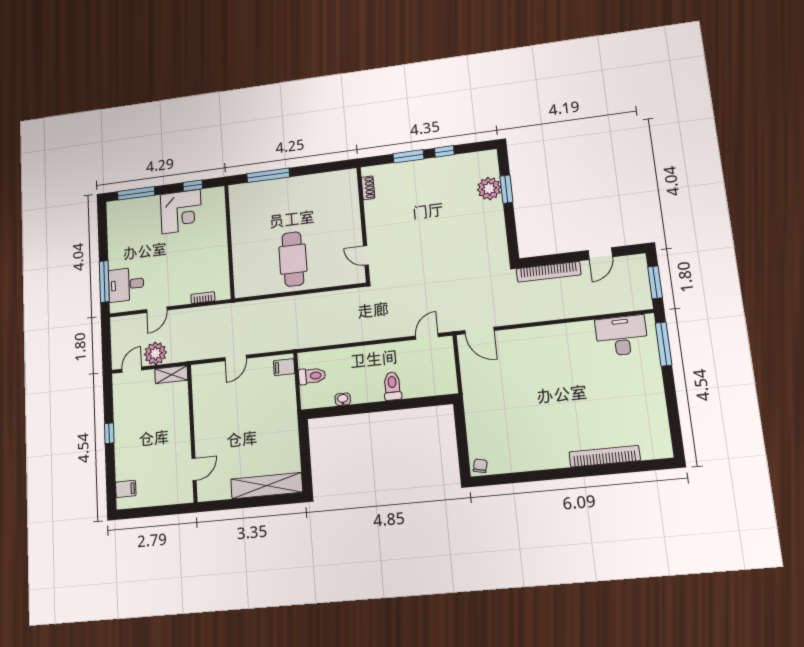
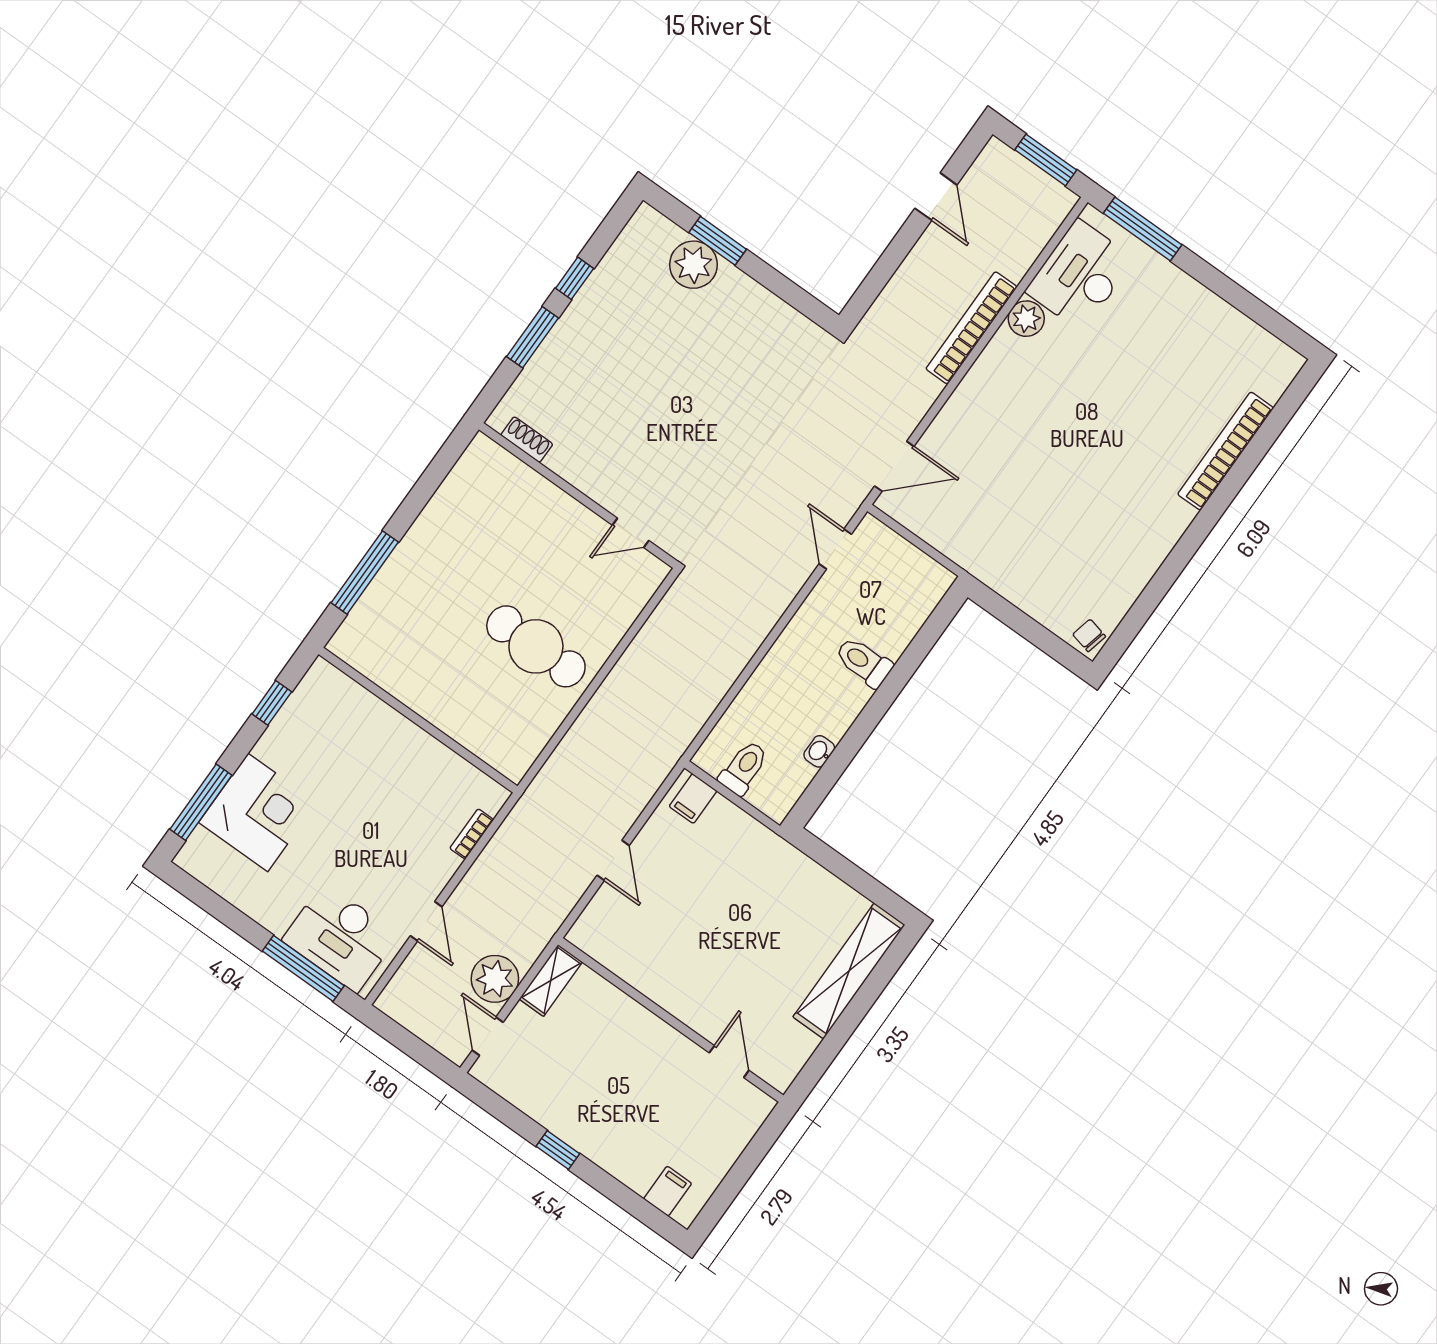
corner desk: (181, 212) -> (258, 812), moved
bookcase: (548, 272) -> (971, 328), moved, turned 180
desk: (126, 285) -> (340, 937), width x1.37
plant: (585, 330) -> (1026, 319), added

